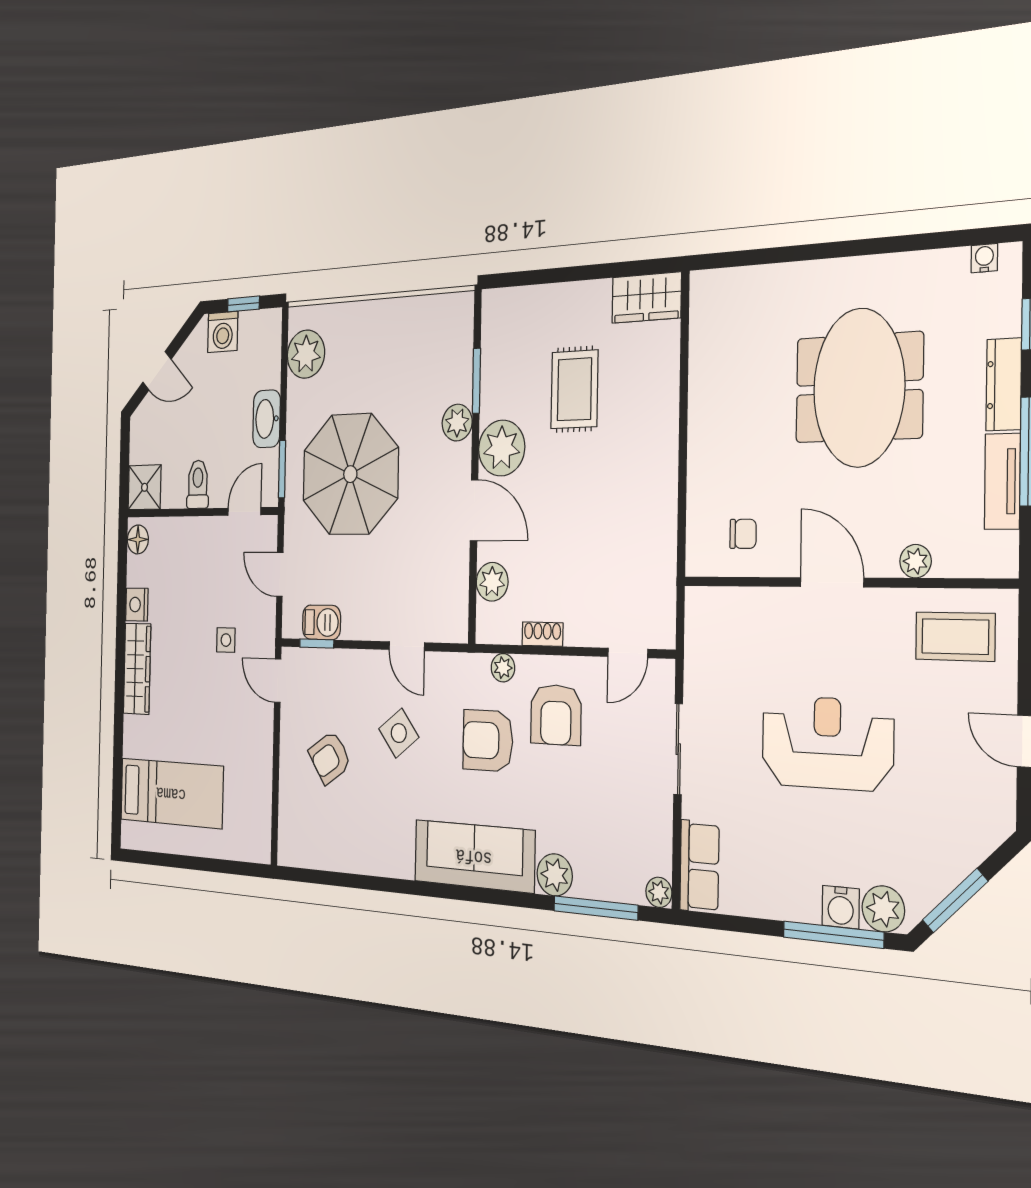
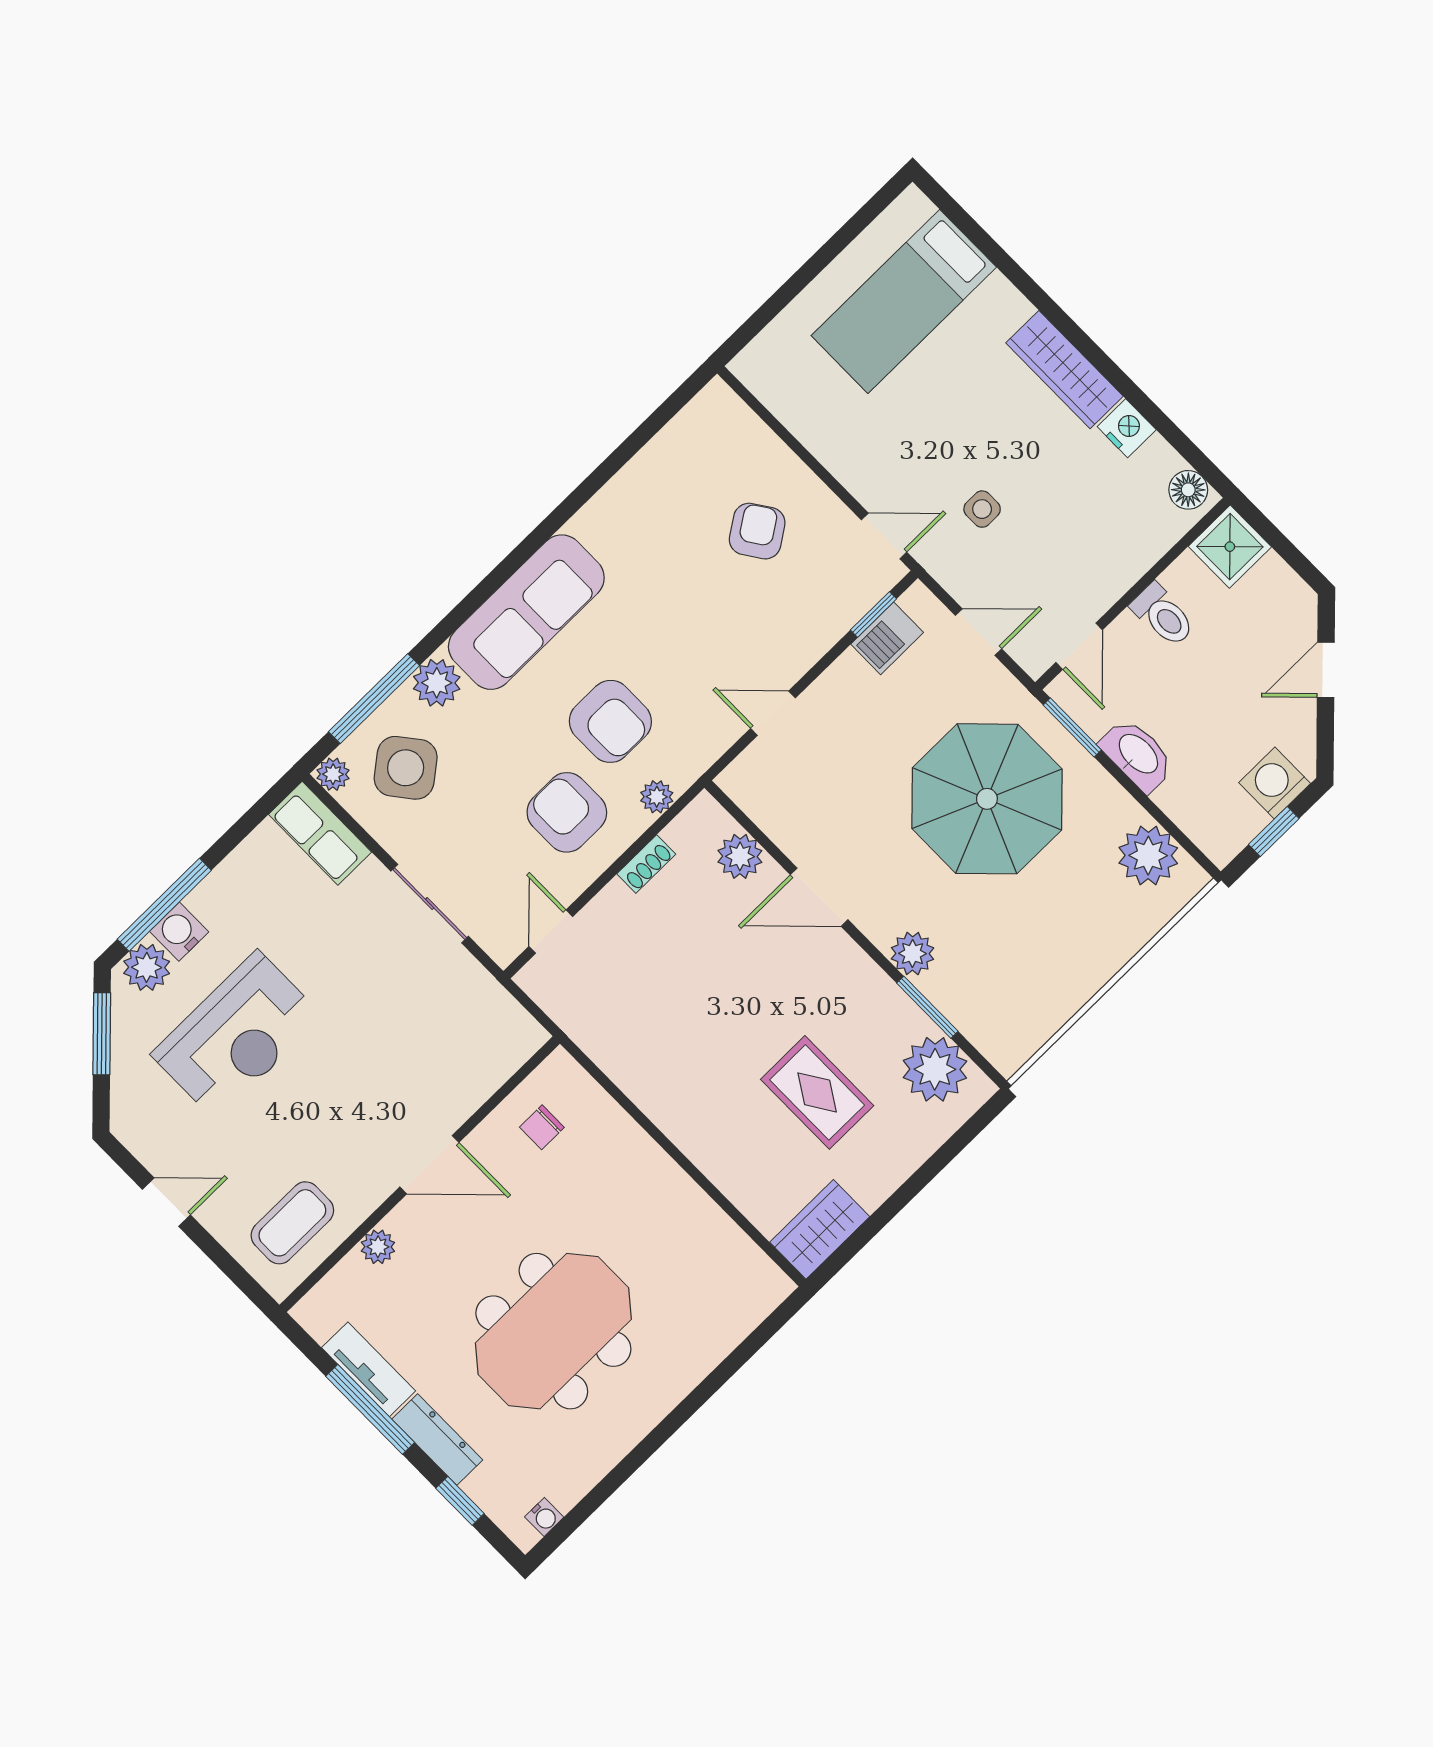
meeting table: (859, 388) -> (553, 1331), turned 90
plant: (502, 448) -> (935, 1069), moved
side table: (399, 733) -> (406, 768), moved, width x1.37, depth x1.37
armchair: (488, 741) -> (610, 721), turned 90
reception desk: (827, 743) -> (237, 1035), moved

